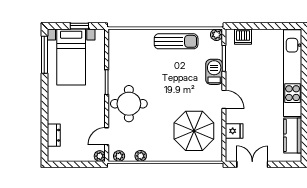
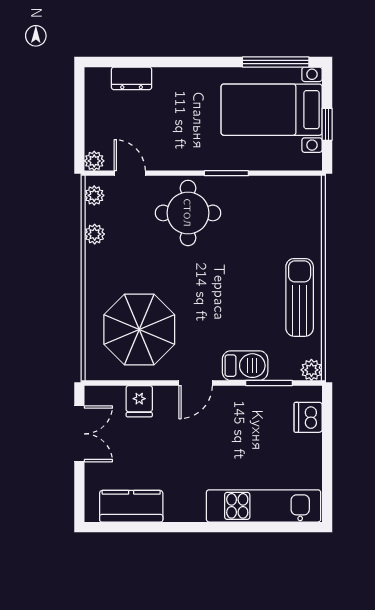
sun lounger: (176, 41) -> (300, 297), turned 180
kitchen unit: (293, 73) -> (264, 506), width x0.73

